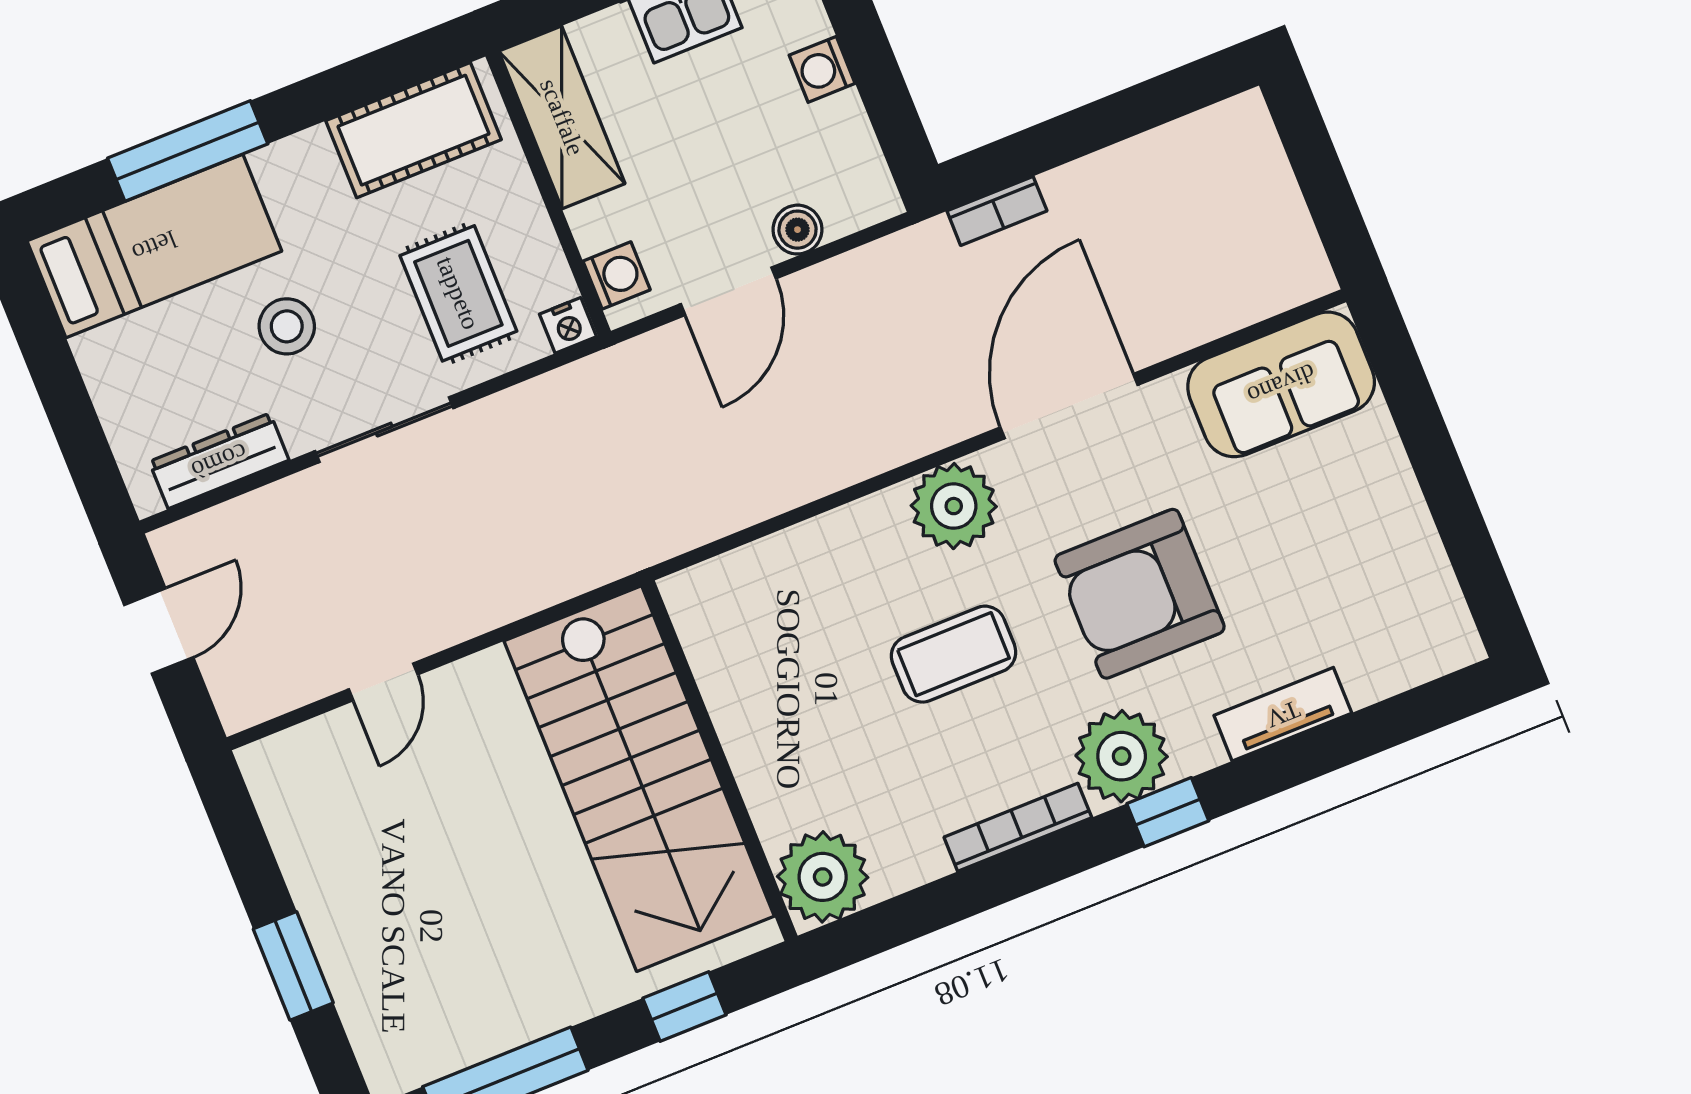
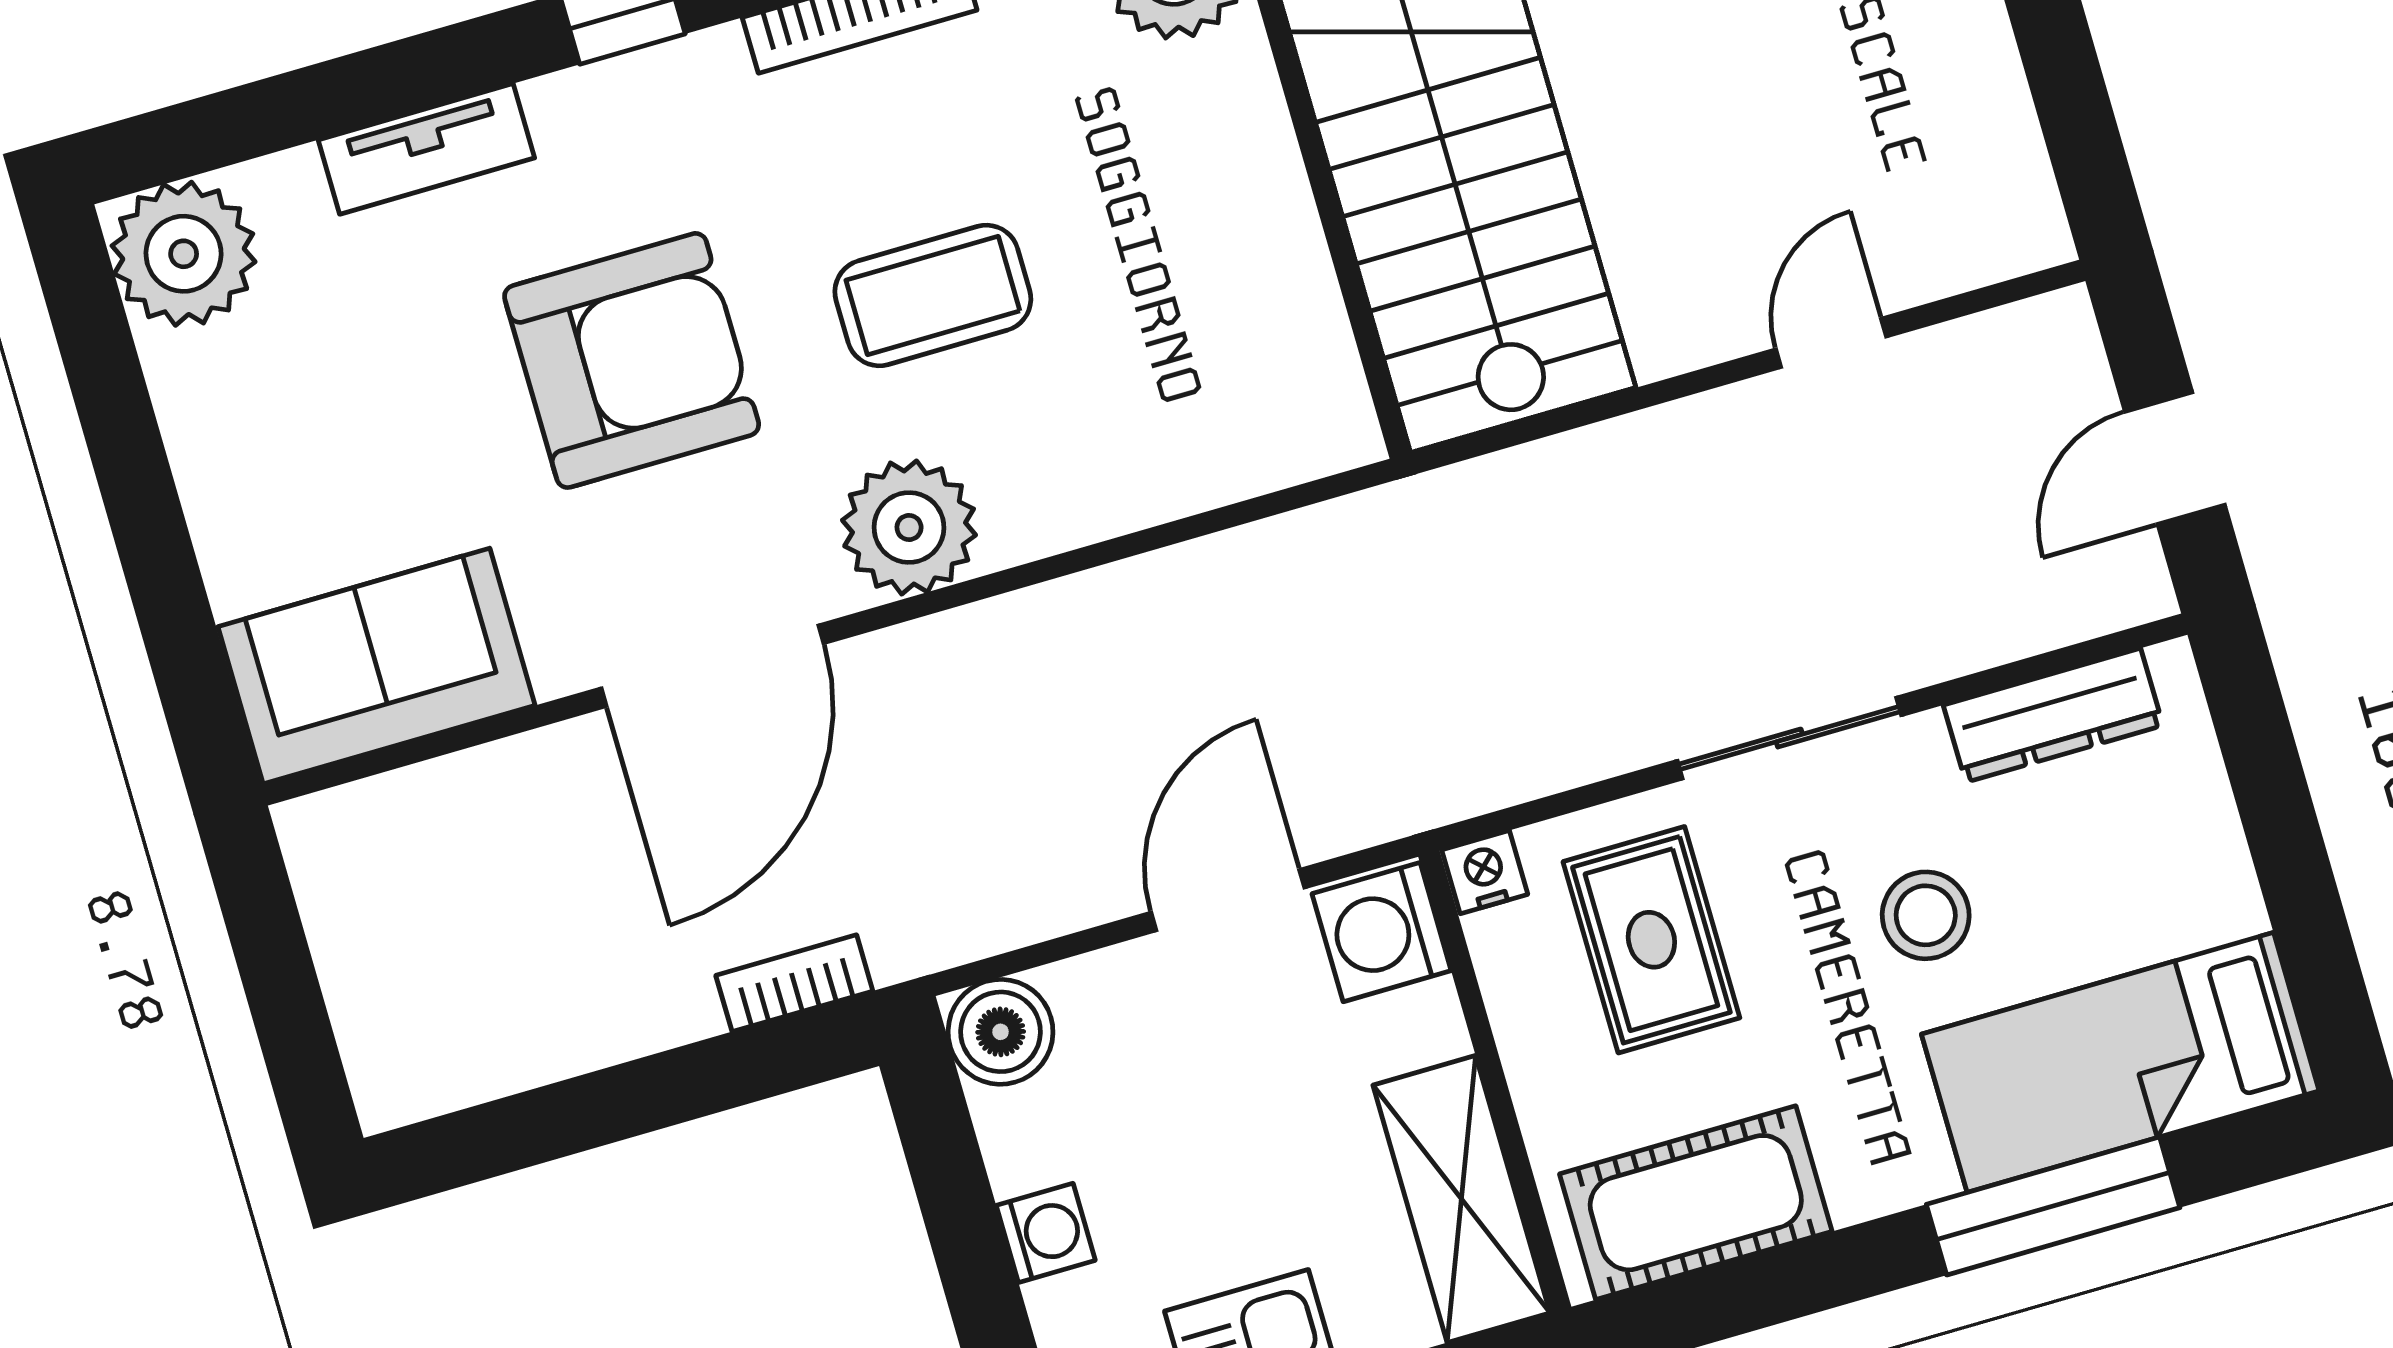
boiler: (798, 230) -> (1001, 1032), moved, width x1.36, depth x1.36
washing machine: (617, 275) -> (1382, 932), width x1.38, depth x1.38
plant: (1122, 756) -> (184, 254), moved

